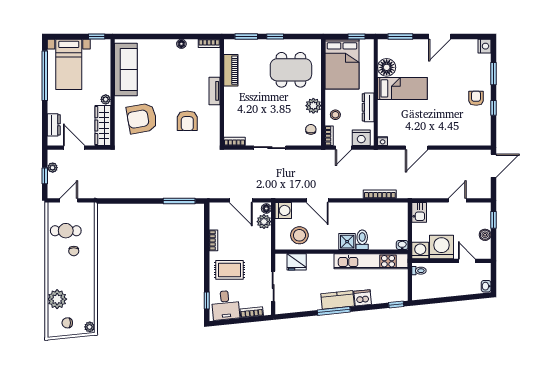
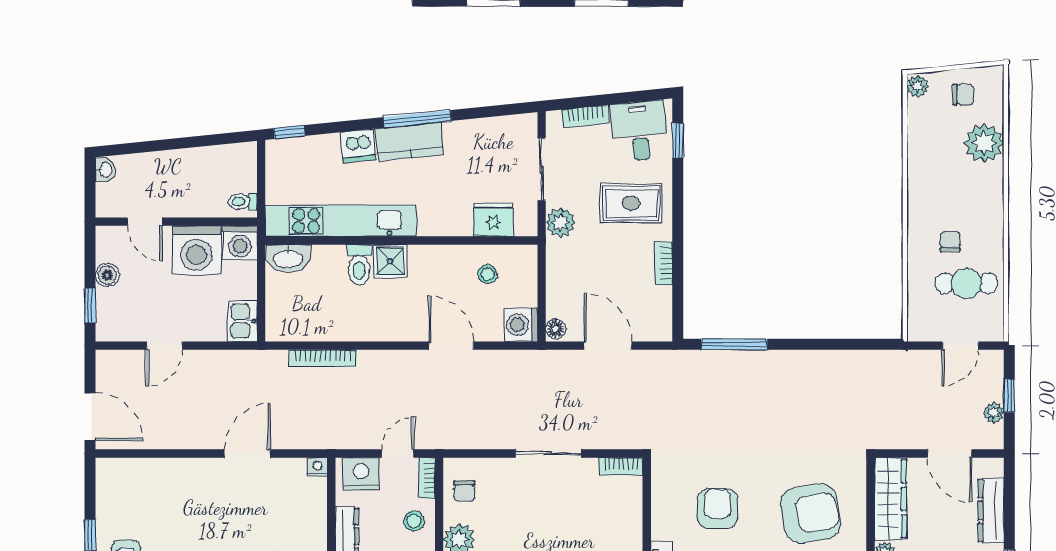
dresser: (54, 125) -> (991, 510), width x1.44
door: (493, 166) -> (90, 417), swing flipped
plant: (264, 222) -> (560, 222), moved
stool: (299, 235) -> (488, 274), width x0.53, depth x0.53
washbasin: (402, 245) -> (288, 258), width x1.91, depth x1.45

